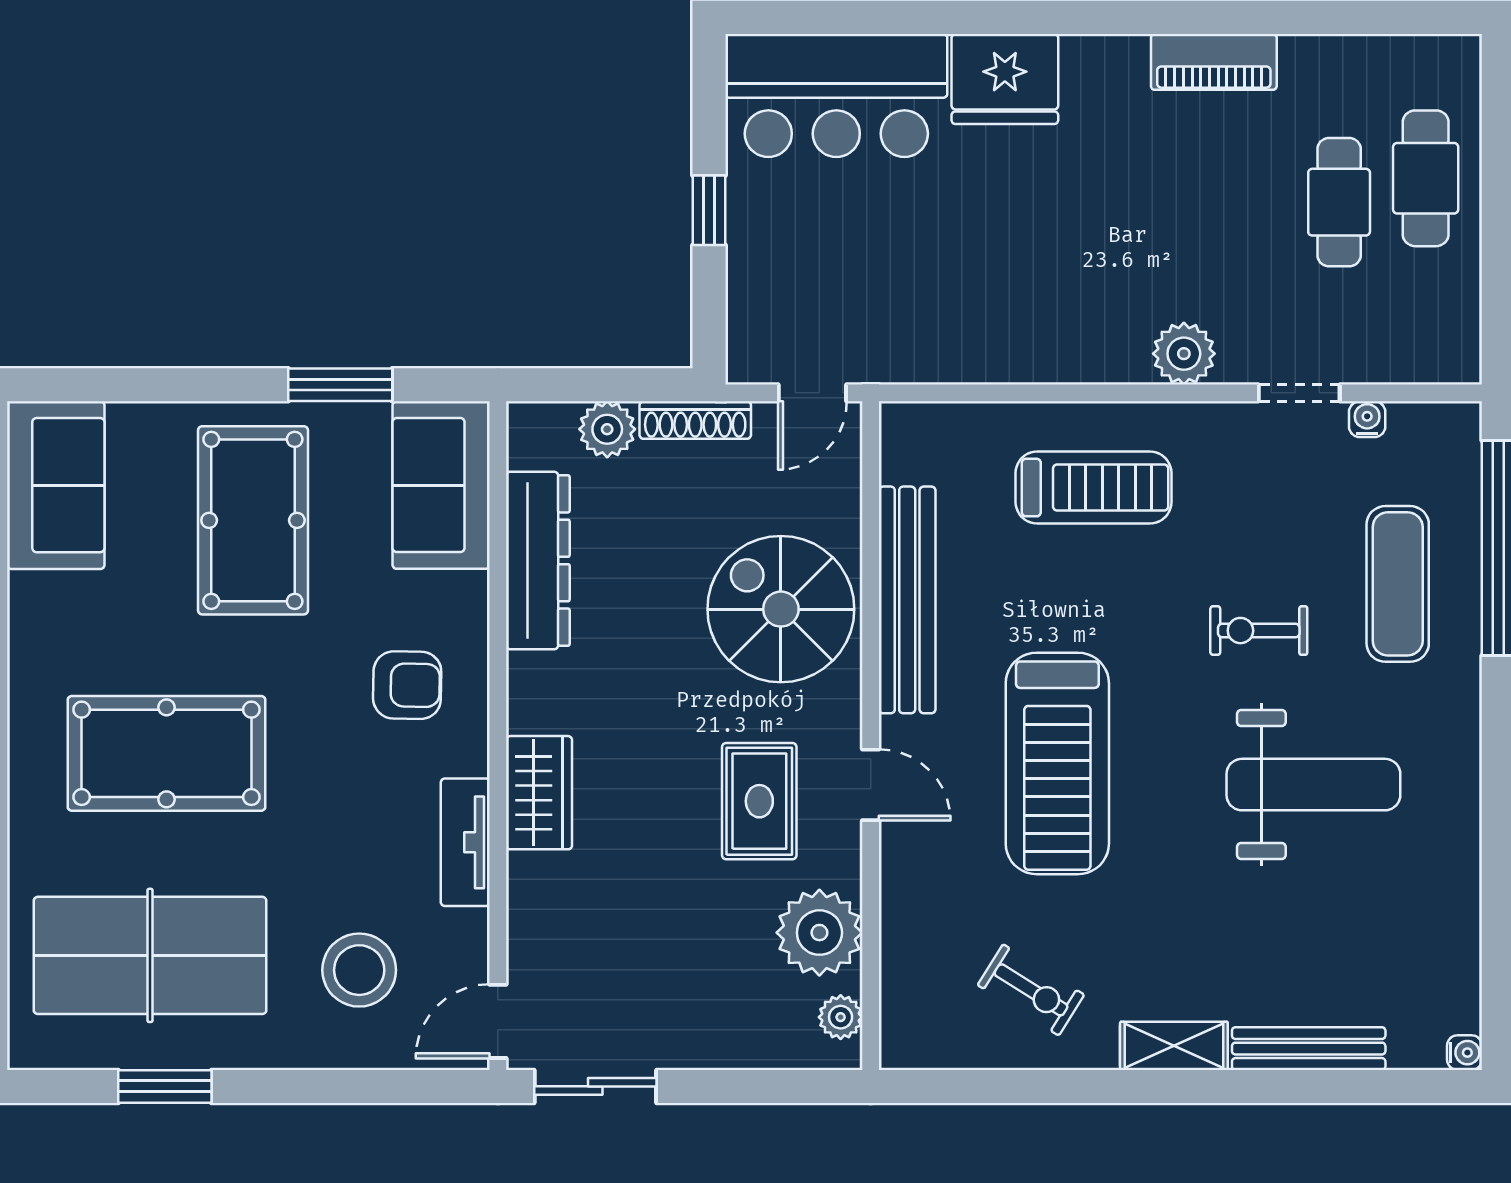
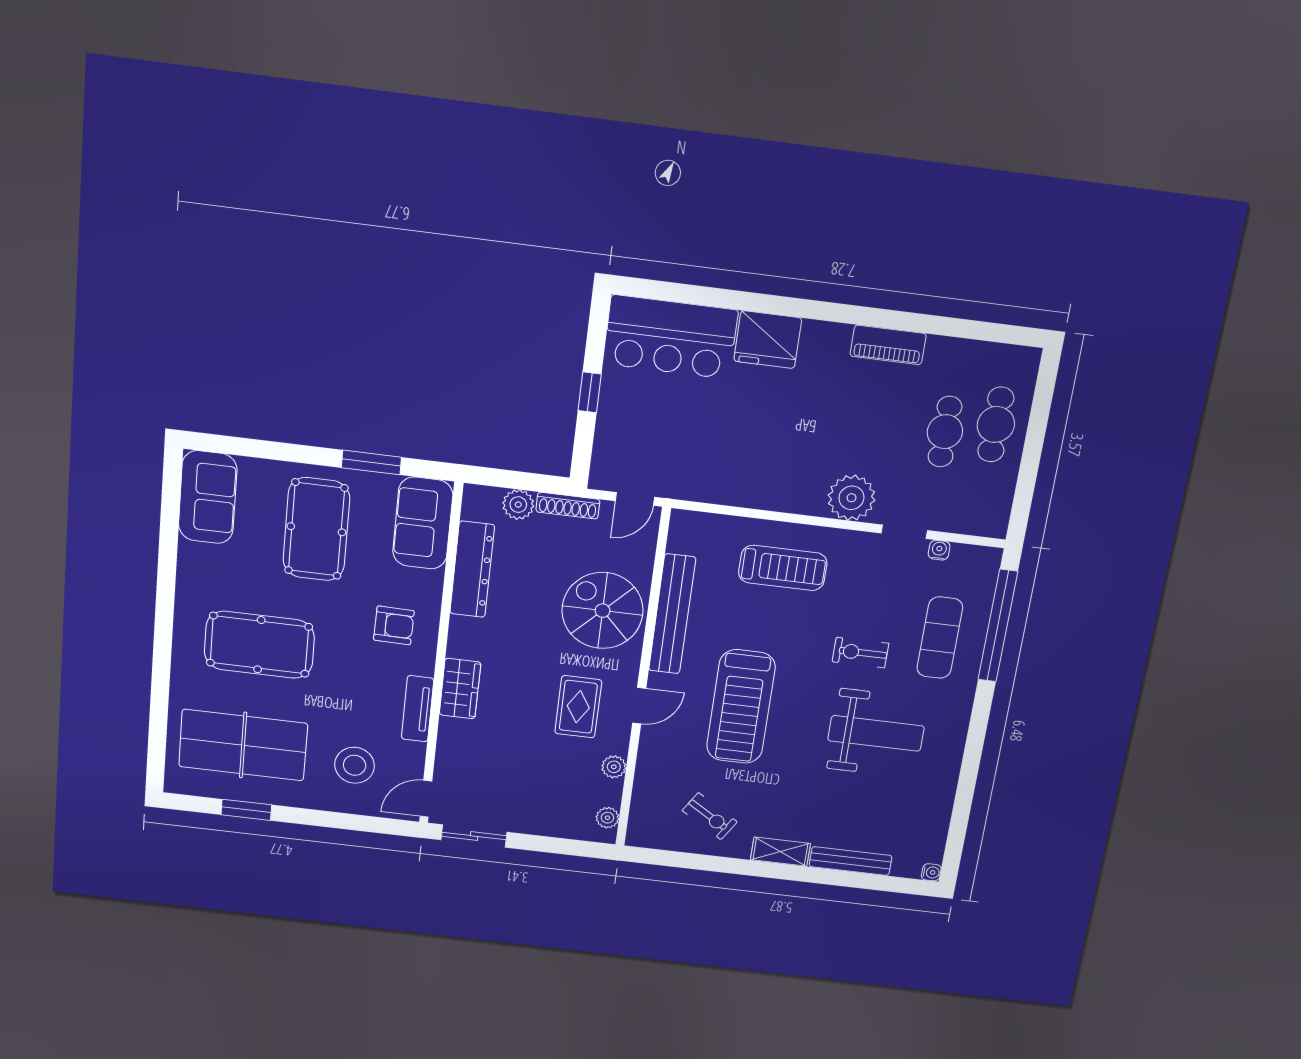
plant: (1184, 354) -> (851, 498), width x1.36, depth x1.36
door: (871, 785) -> (639, 706), hinge flipped
plant: (819, 933) -> (614, 767), width x0.53, depth x0.53

